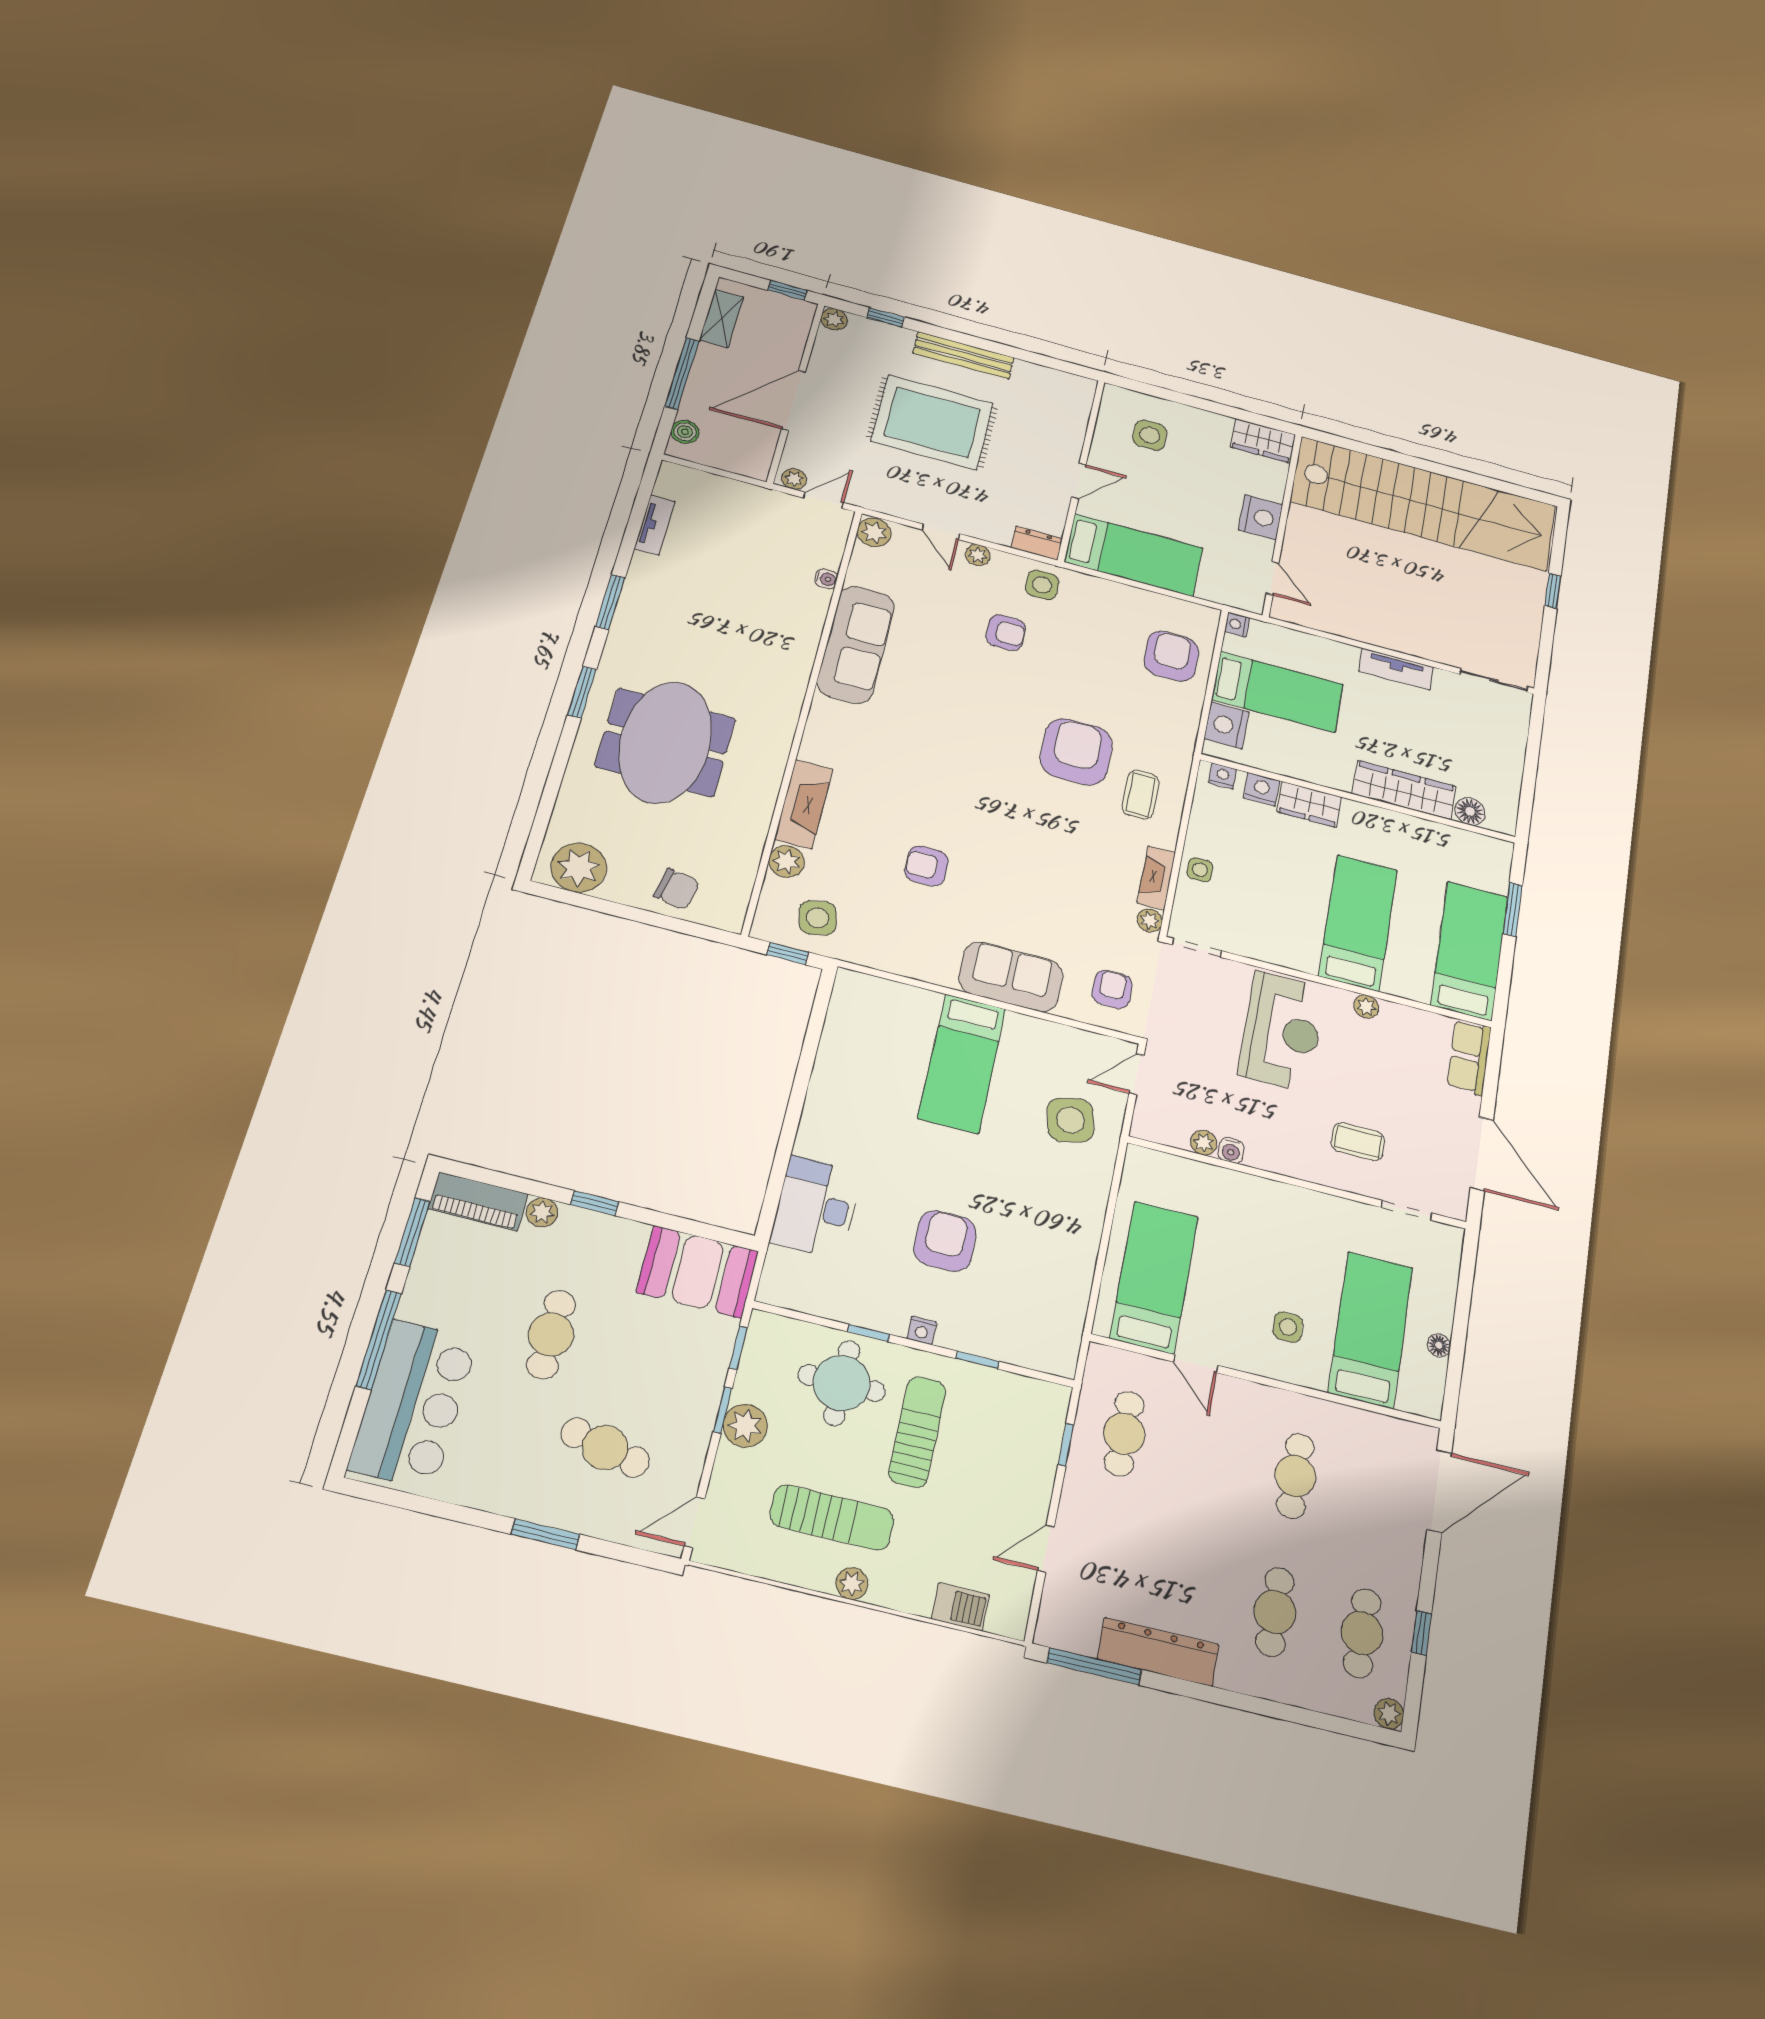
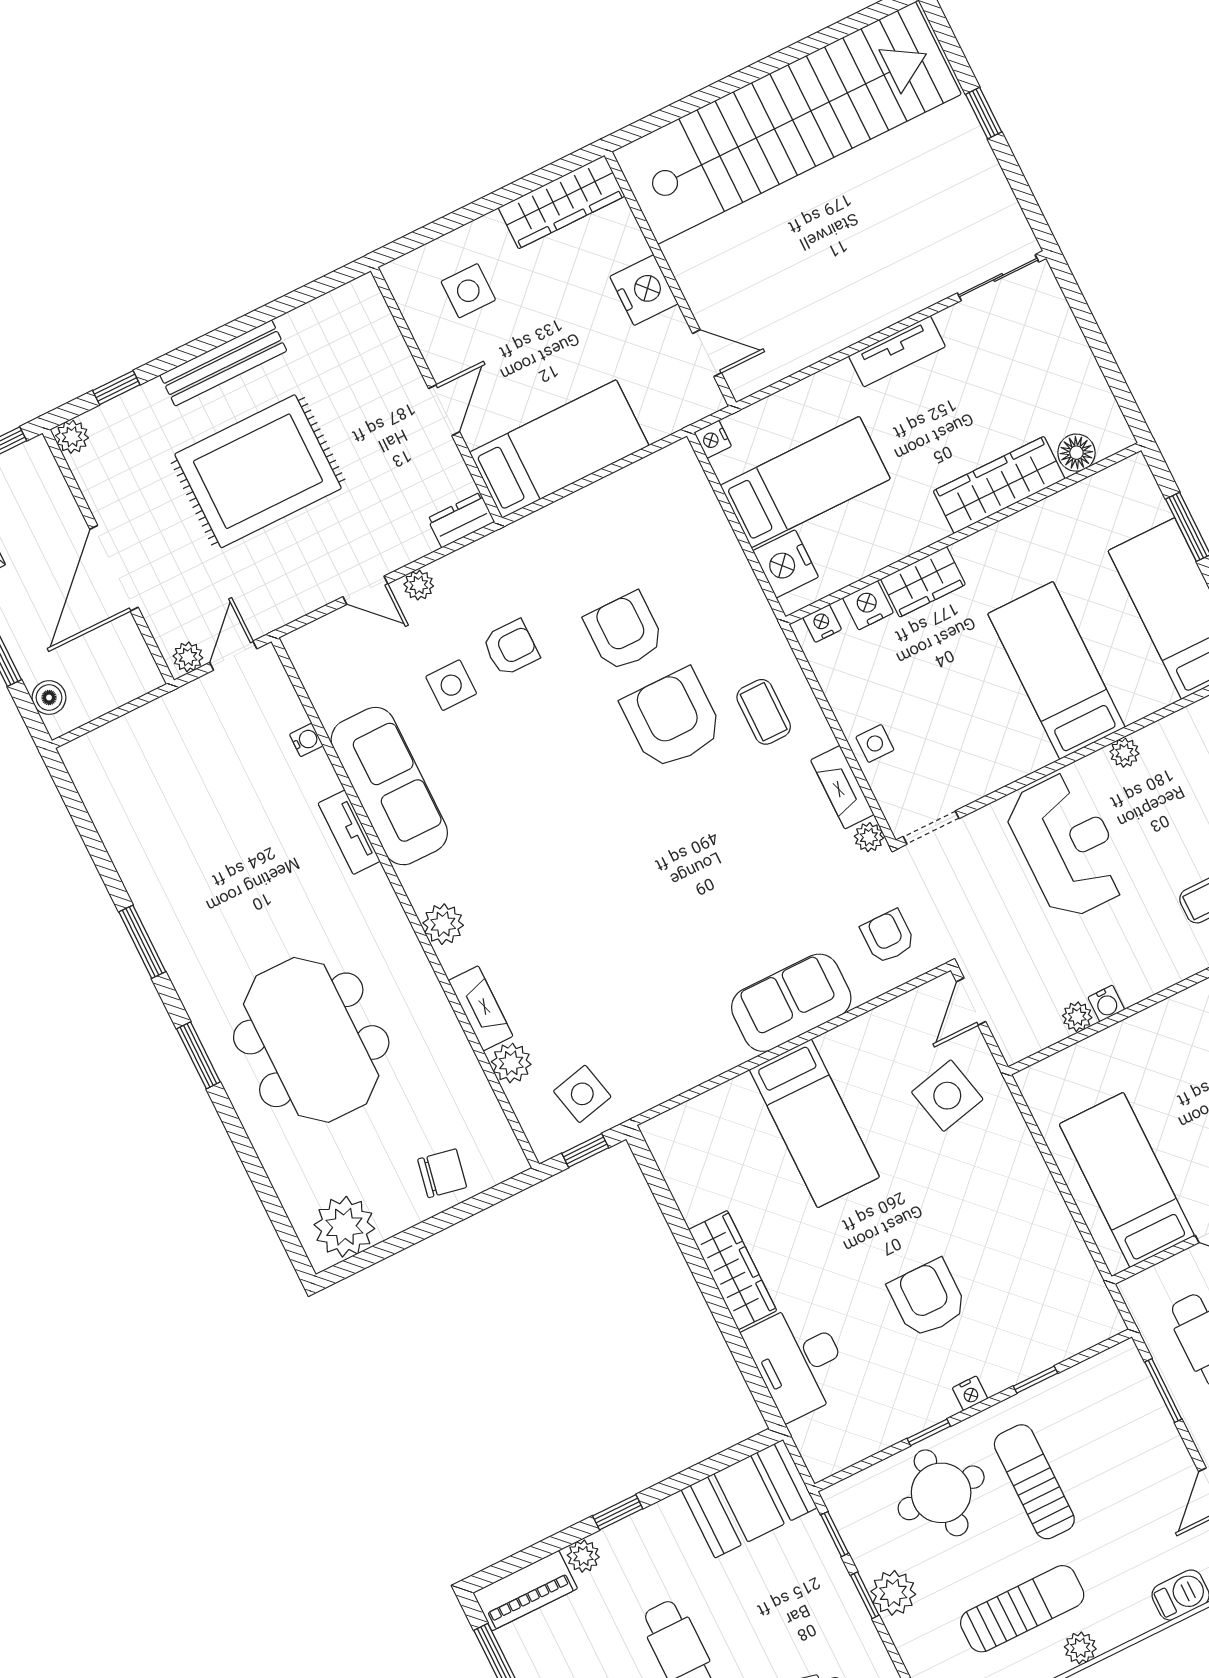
wardrobe: (1263, 441) -> (562, 202), width x1.50
tv unit: (655, 525) -> (349, 832), moved, turned 180
plant: (874, 532) -> (443, 924), moved
side table: (1042, 585) -> (451, 685), moved
armchair: (1171, 656) -> (624, 632), moved
fireplace: (804, 804) -> (481, 1008), width x0.73, depth x0.76
armchair: (927, 866) -> (633, 959), removed
wardrobe: (822, 1110) -> (733, 1270), added
window: (1066, 1445) -> (1163, 1391), width x1.50

